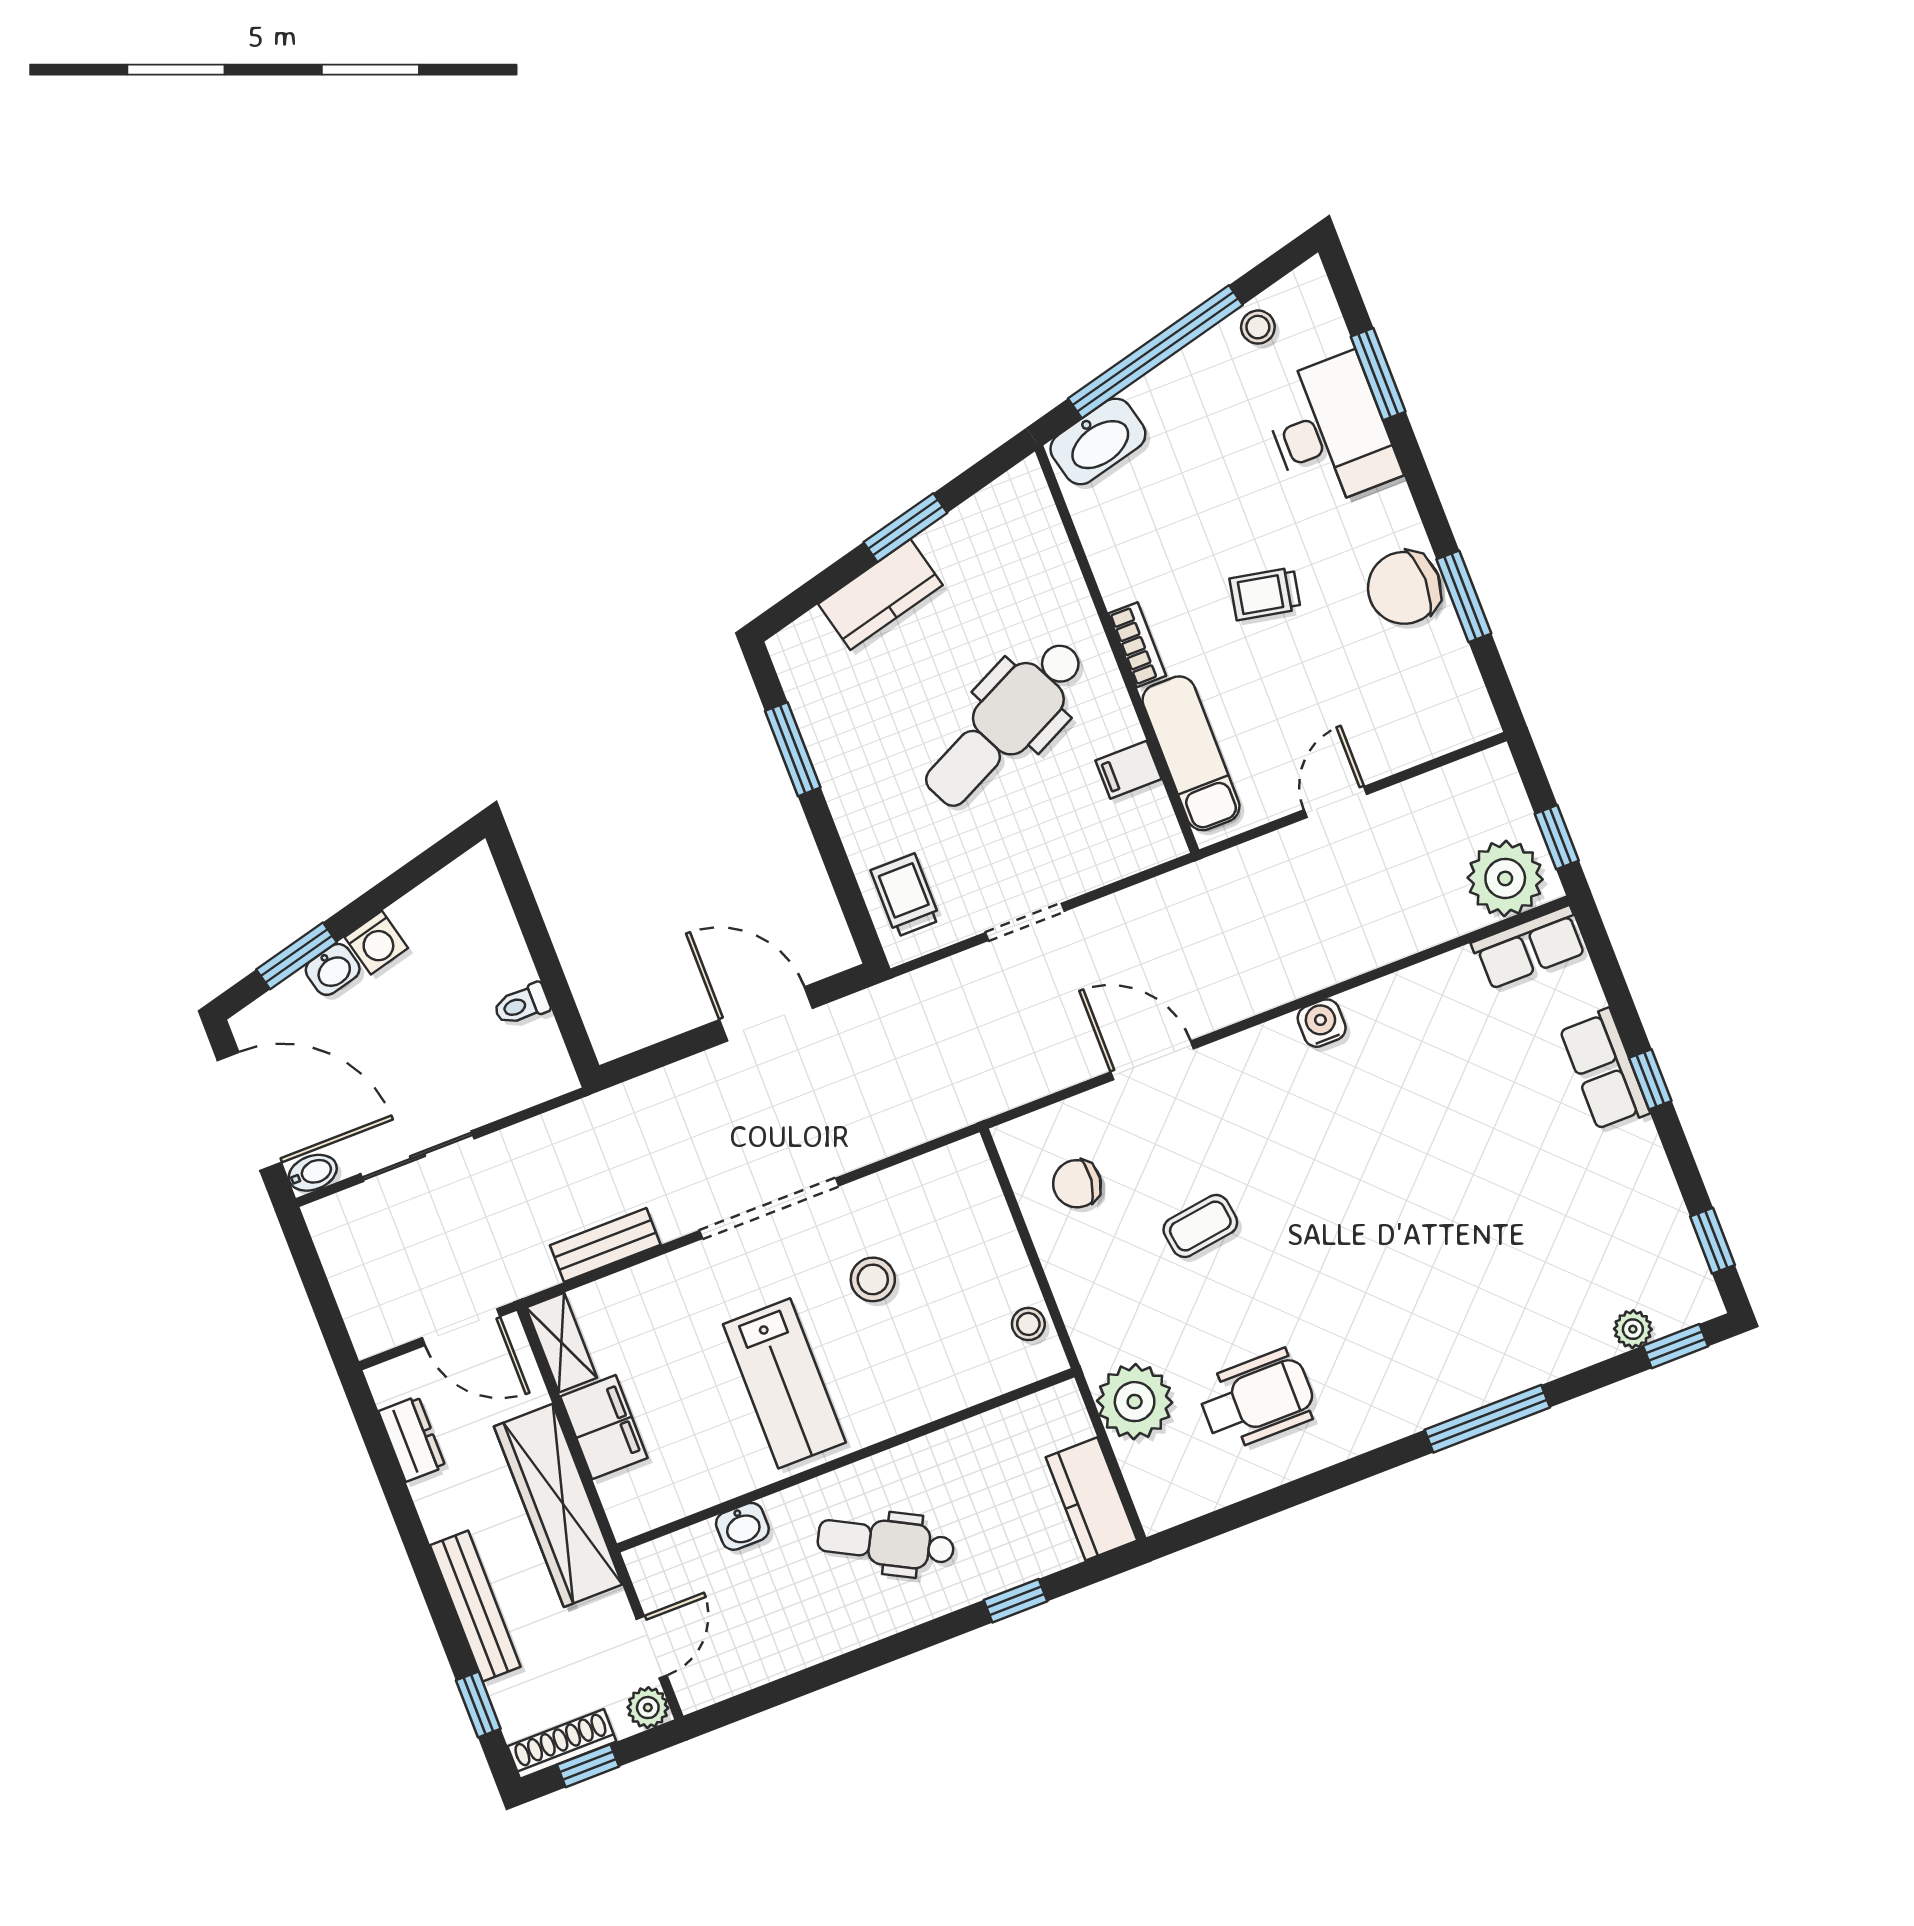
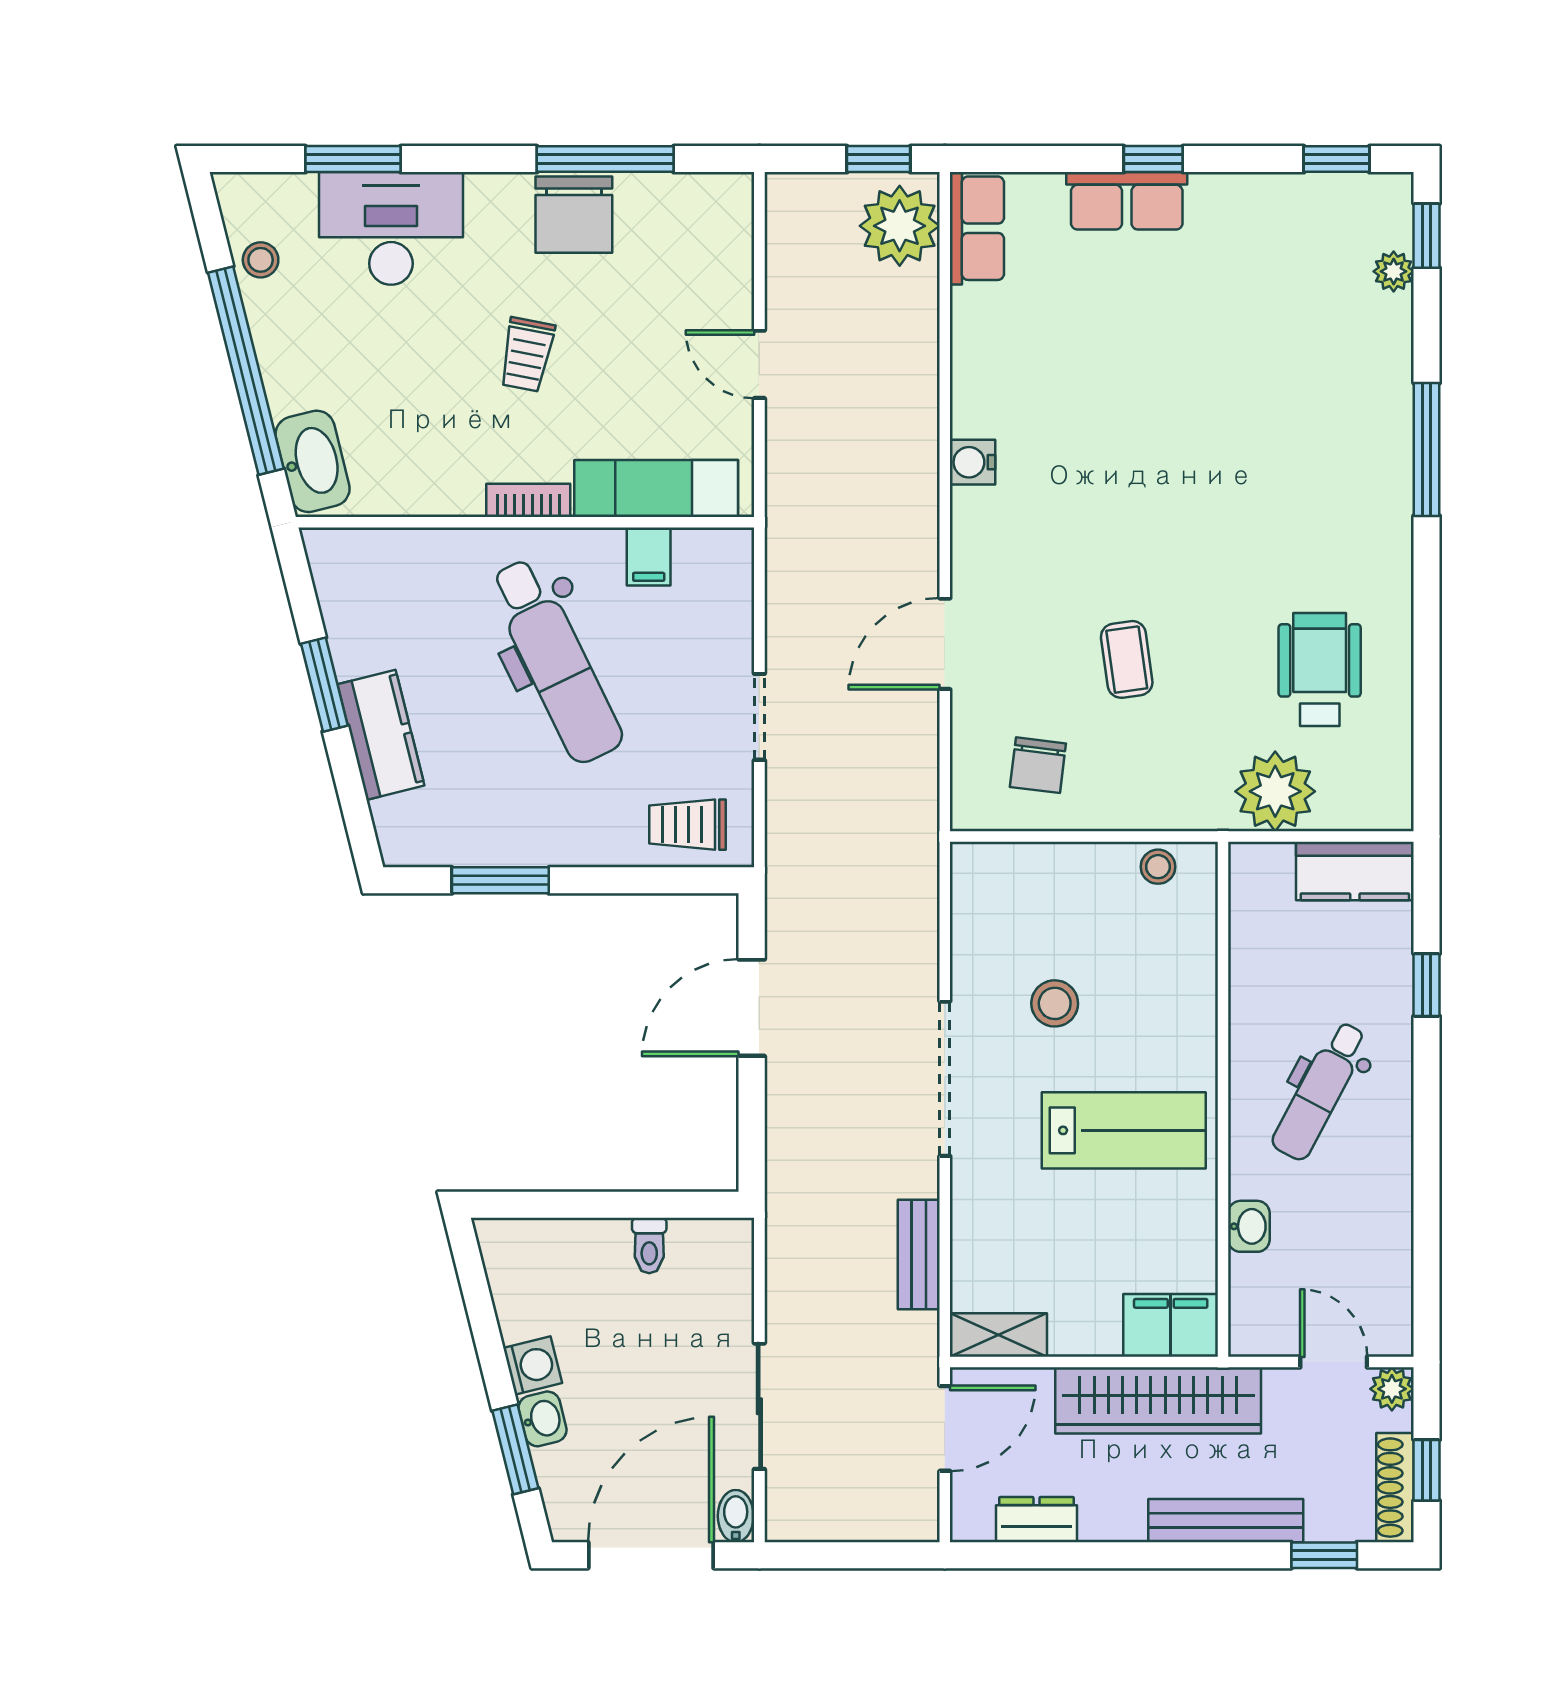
window: (1464, 596) -> (605, 159), width x1.44
filing cabinet: (604, 1427) -> (1171, 1325), moved

